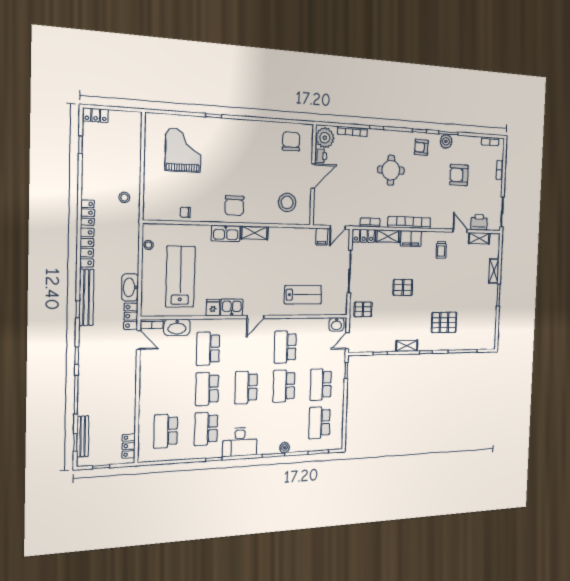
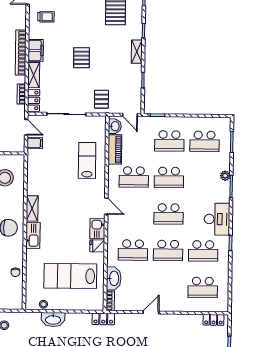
washbasin: (130, 287) -> (53, 320), moved
piano: (313, 325) -> (115, 149), added
door: (139, 340) -> (151, 312), moved

